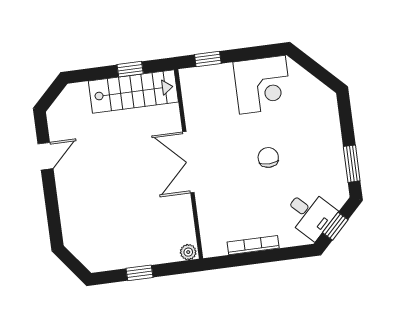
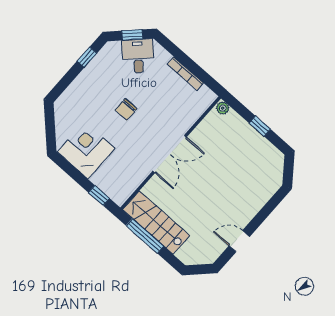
window: (130, 69) -> (145, 236), width x2.17
window: (352, 164) -> (87, 57), width x0.67

